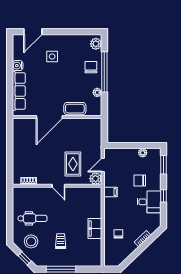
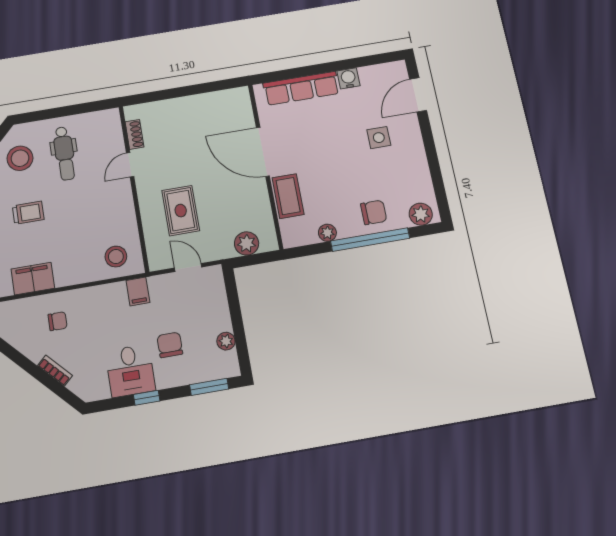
door: (33, 32) -> (418, 95), hinge flipped
rug: (73, 164) -> (181, 211), turned 90
plant: (96, 179) -> (247, 243), moved
door: (58, 186) -> (130, 165), moved
stool: (91, 200) -> (116, 257), added
filing cabinet: (95, 228) -> (33, 279), moved

